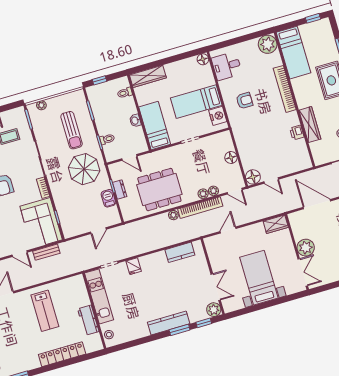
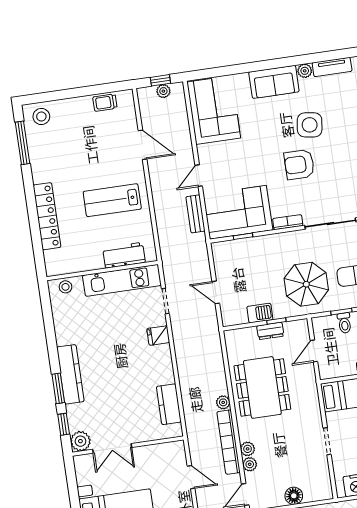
workbench: (88, 320) -> (124, 255), moved

